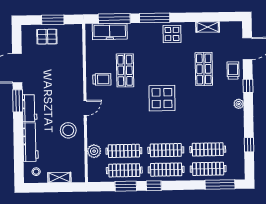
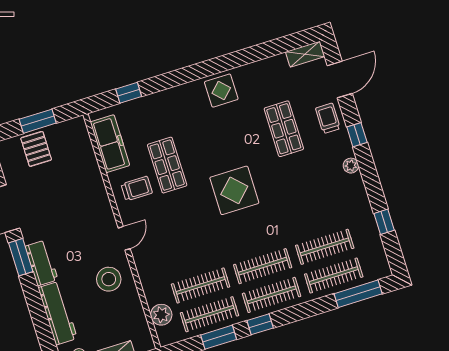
window: (155, 18) -> (188, 74), removed
window: (114, 19) -> (129, 93), width x0.46
shelving: (208, 27) -> (305, 54), moved
freezer: (110, 31) -> (110, 144), moved, turned -90
pallet: (47, 37) -> (36, 149), turned 90
plant: (94, 151) -> (161, 315), moved

